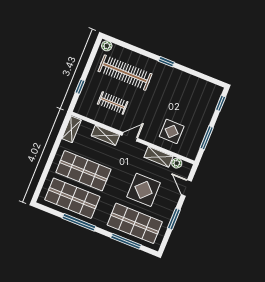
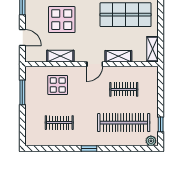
window: (80, 87) -> (161, 124), moved
clothes rail: (184, 96) -> (59, 123), added
window: (221, 103) -> (22, 130), removed
plant: (177, 163) -> (41, 57), removed

